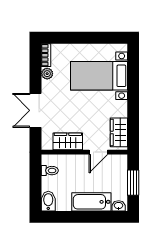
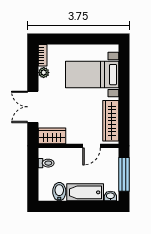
wardrobe: (119, 132) -> (111, 121), width x1.50
wardrobe: (68, 141) -> (52, 136), moved
window: (133, 183) -> (124, 174), width x1.44
bidet: (48, 201) -> (59, 192), moved

